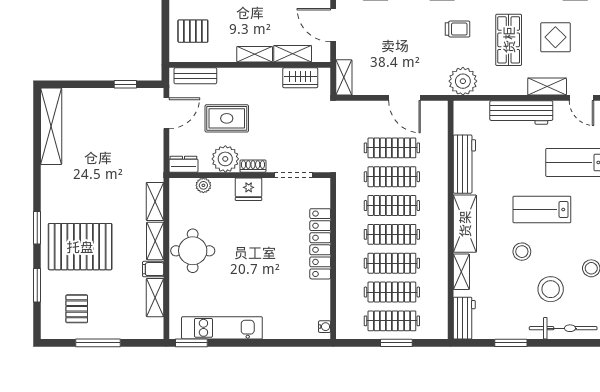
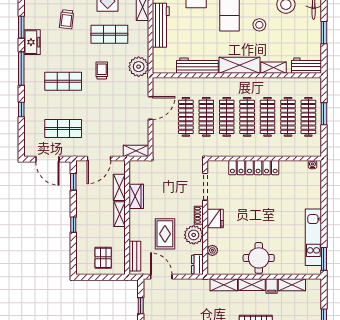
wardrobe: (300, 78) -> (136, 196), moved

